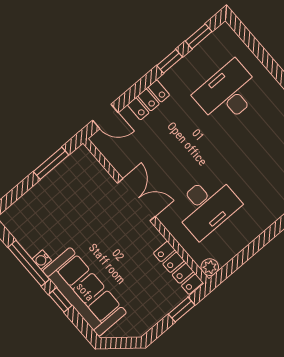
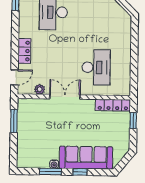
window: (170, 61) -> (15, 26), removed
window: (29, 263) -> (50, 172), width x0.69
plant: (210, 267) -> (40, 89), moved

